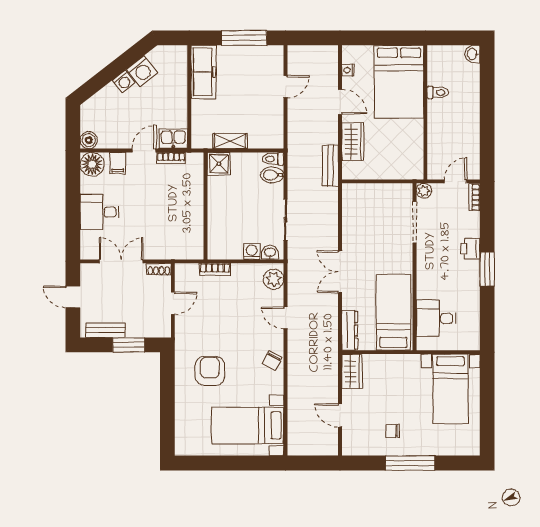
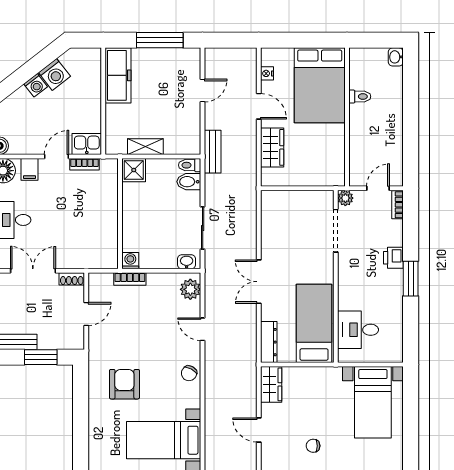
bench: (330, 166) -> (213, 152), moved
washing machine: (252, 251) -> (130, 261), moved

